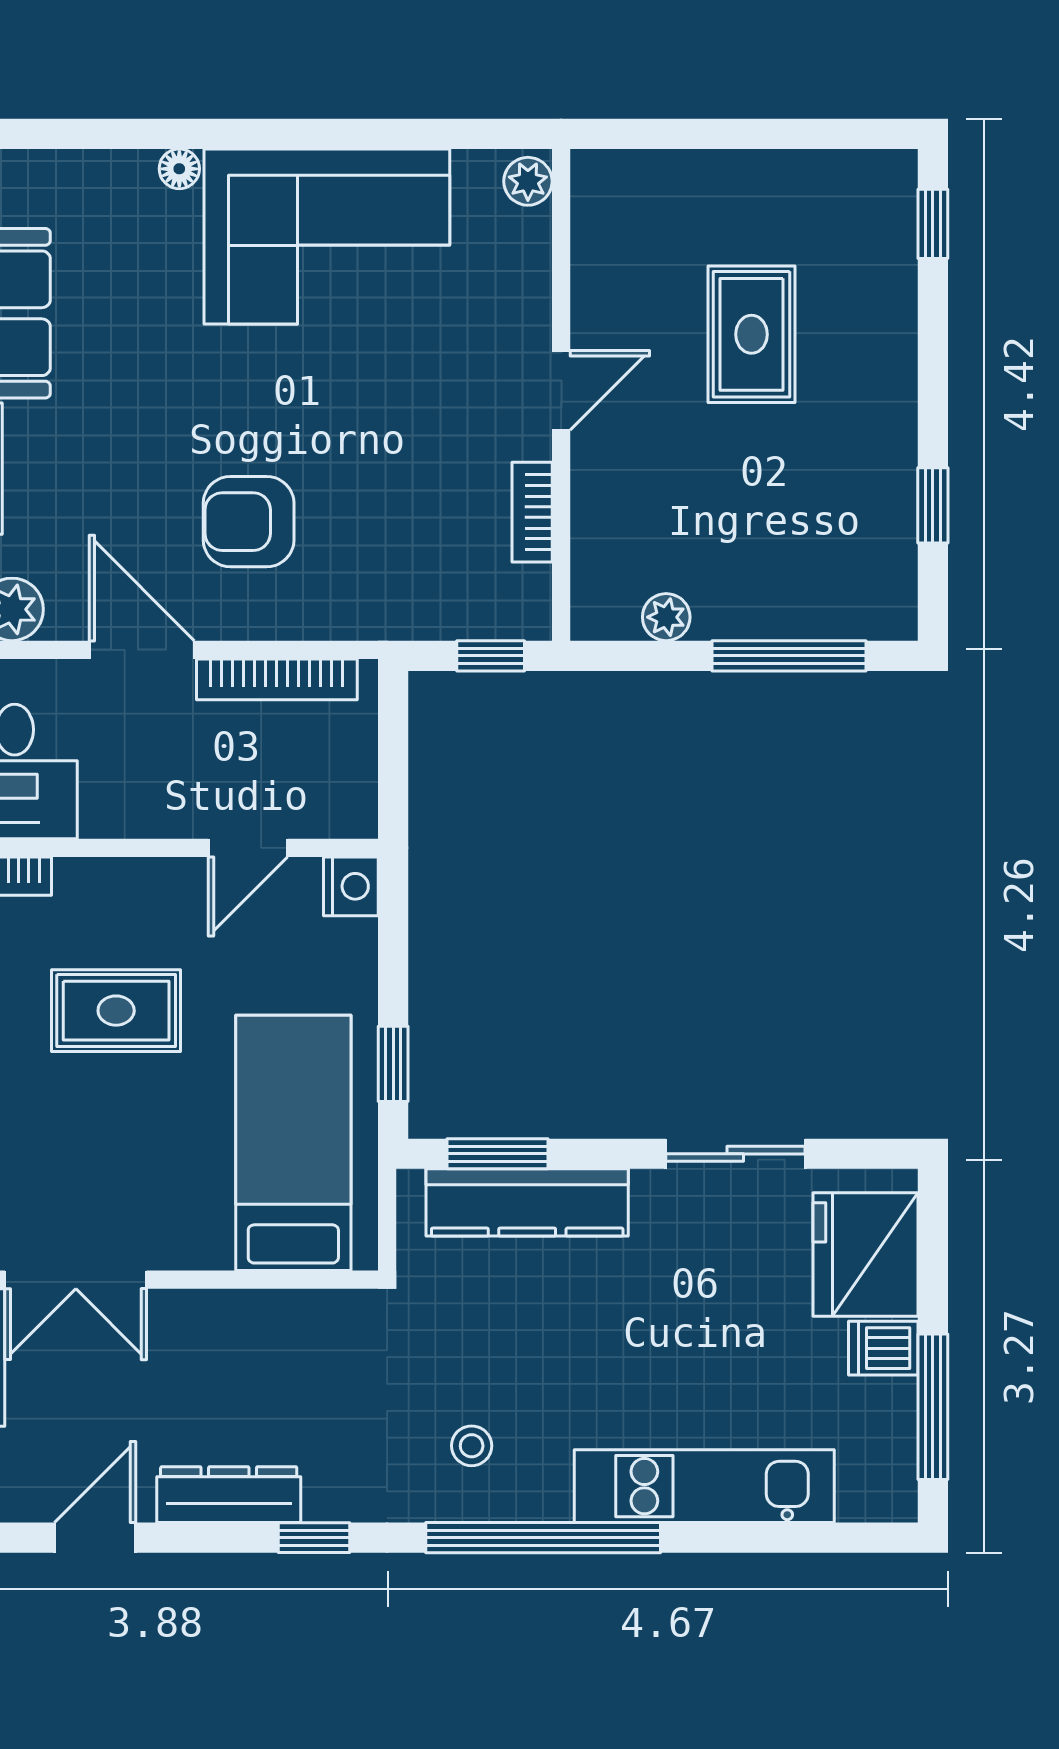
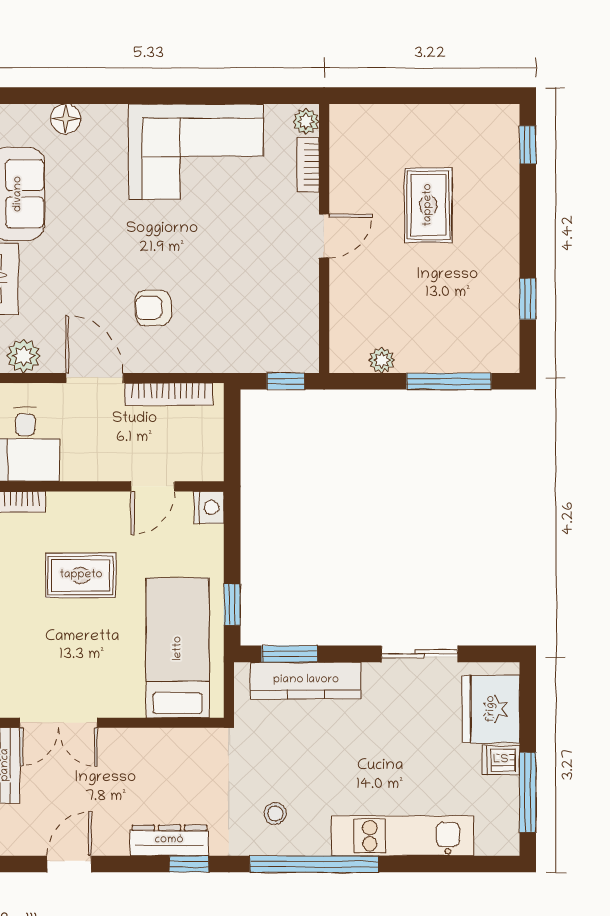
floor lamp: (179, 169) -> (66, 119), moved, width x1.37, depth x1.37
bookcase: (532, 512) -> (308, 165), moved
armchair: (249, 522) -> (153, 308), width x0.72, depth x0.72
dresser: (229, 1495) -> (169, 840), moved

